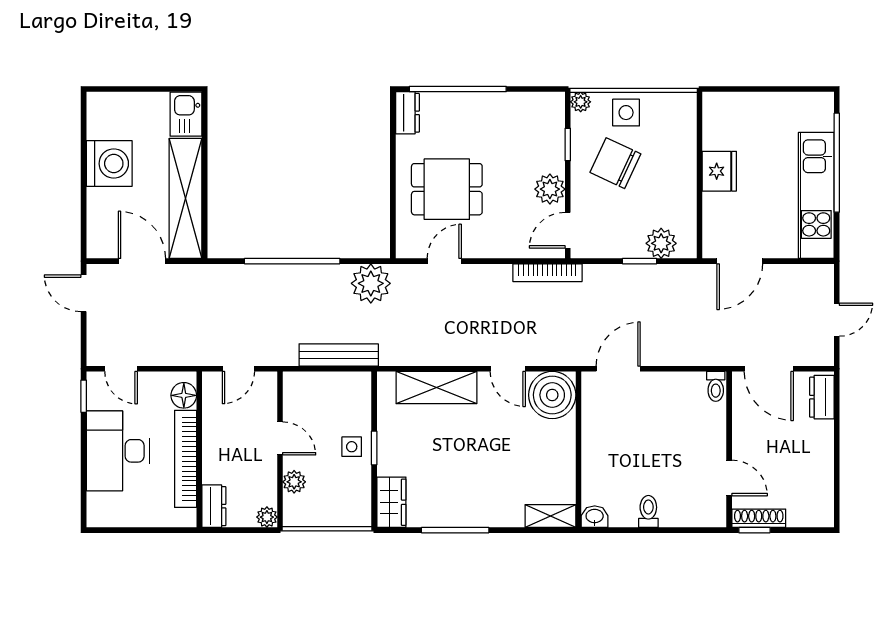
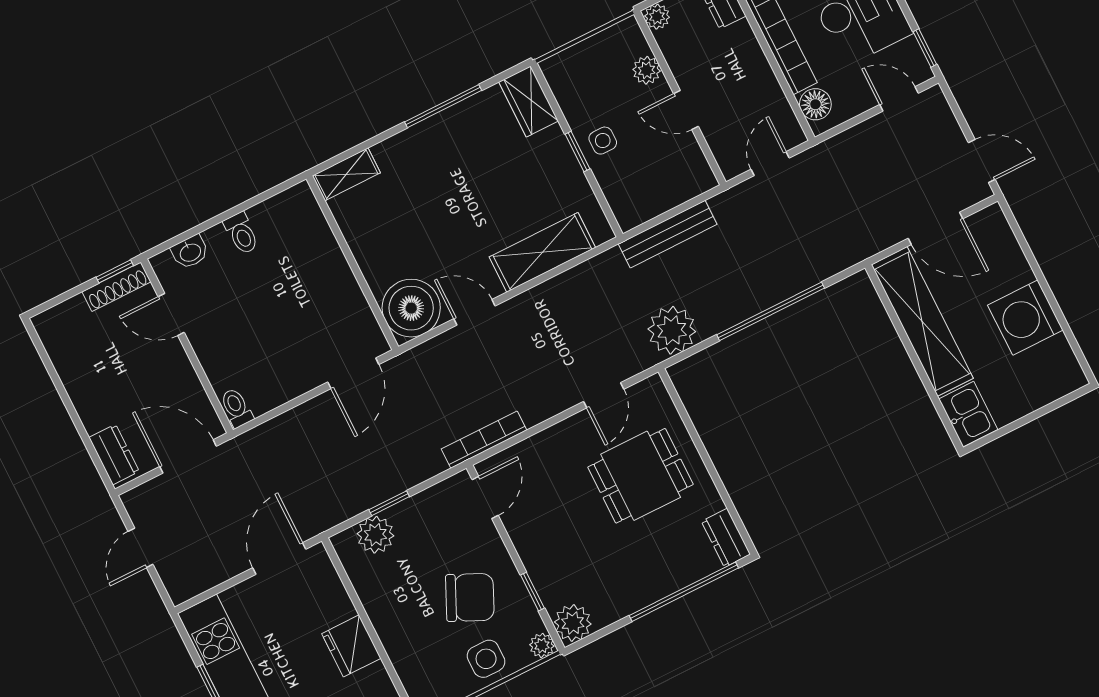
plant: (550, 189) -> (573, 623), moved
washbasin: (595, 517) -> (190, 252), moved

